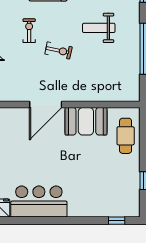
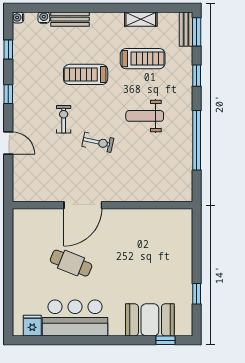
booth: (86, 121) -> (150, 320), moved
cafe table: (126, 136) -> (71, 263), moved, turned -68

